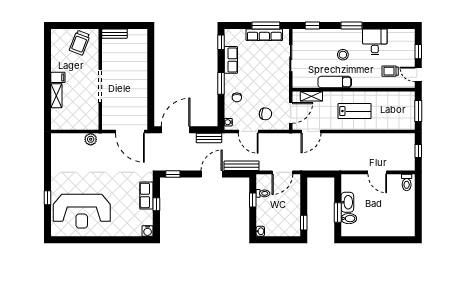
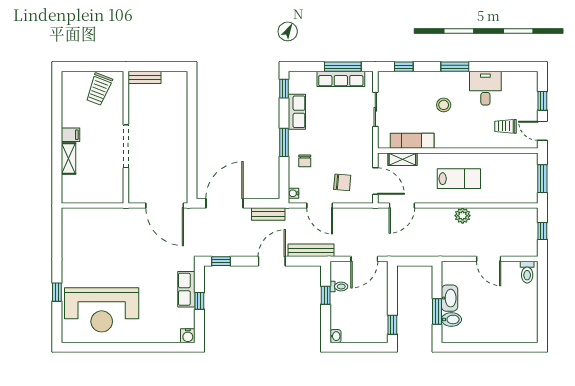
exam couch: (335, 82) -> (412, 141), moved
door: (291, 113) -> (375, 181), hinge flipped
plant: (91, 139) -> (463, 216), moved

